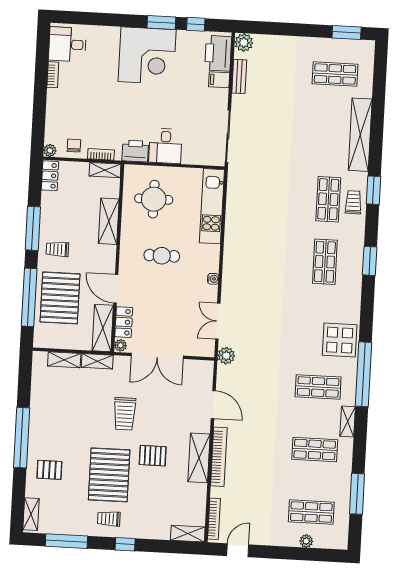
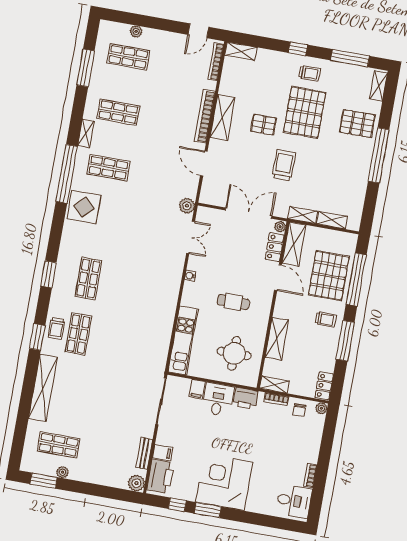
plant: (327, 44) -> (63, 472), added
filing cabinet: (190, 155) -> (197, 389), added
pallet: (49, 470) -> (357, 124), width x1.50, depth x1.42

